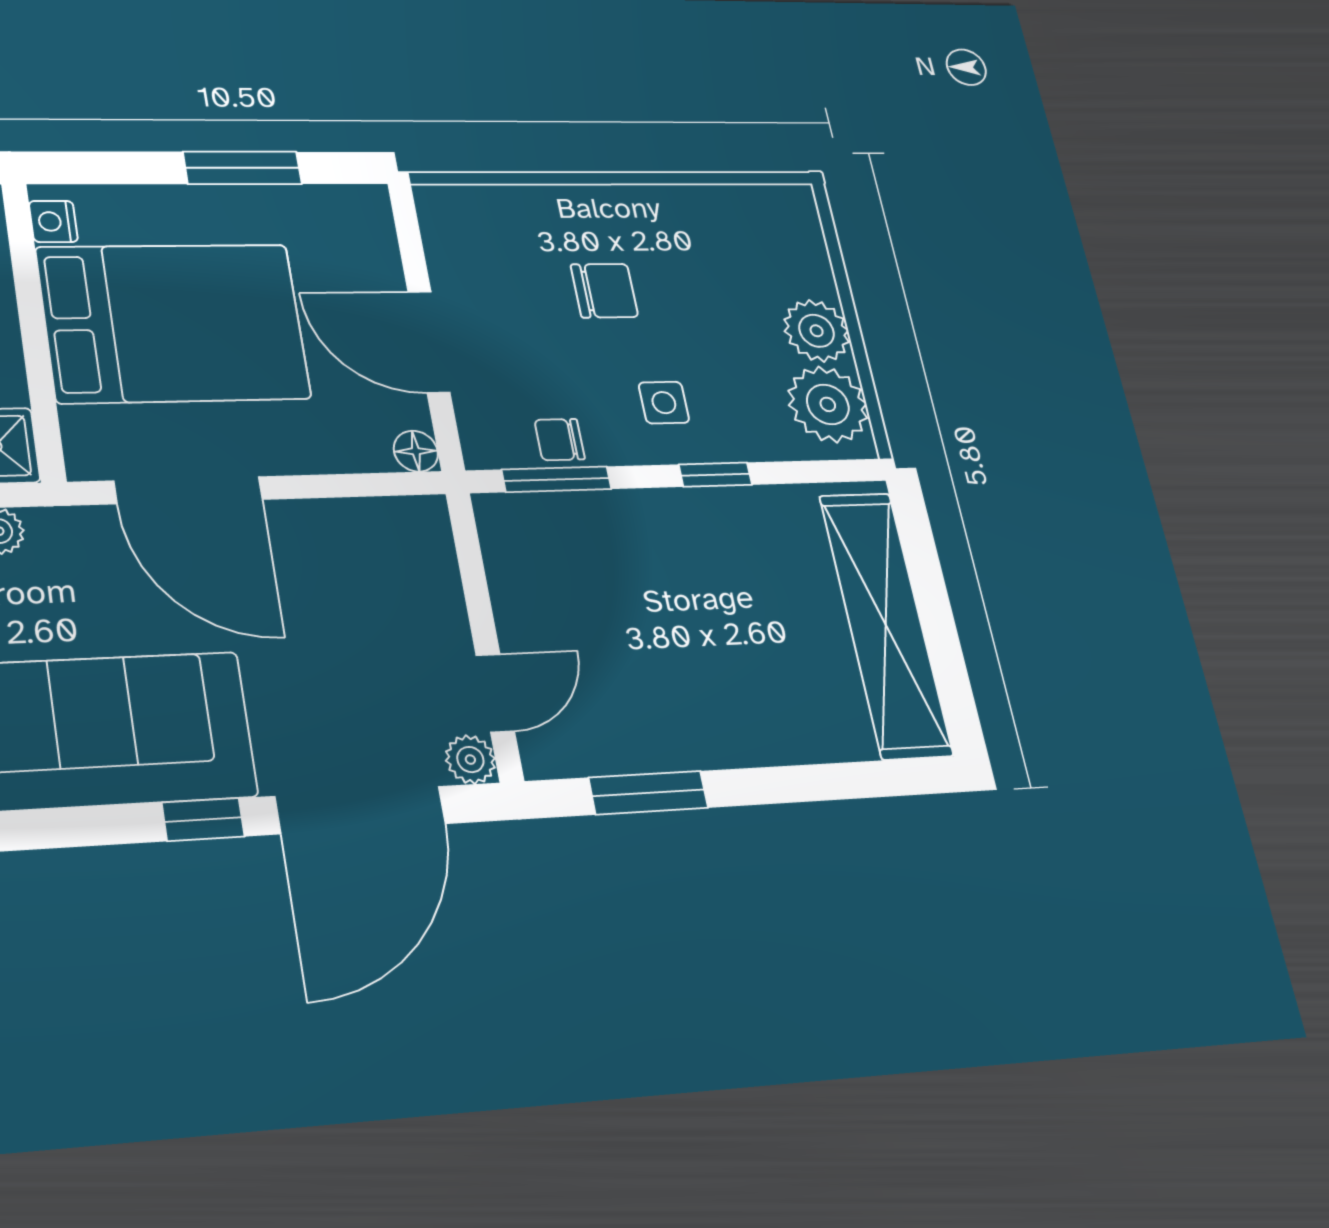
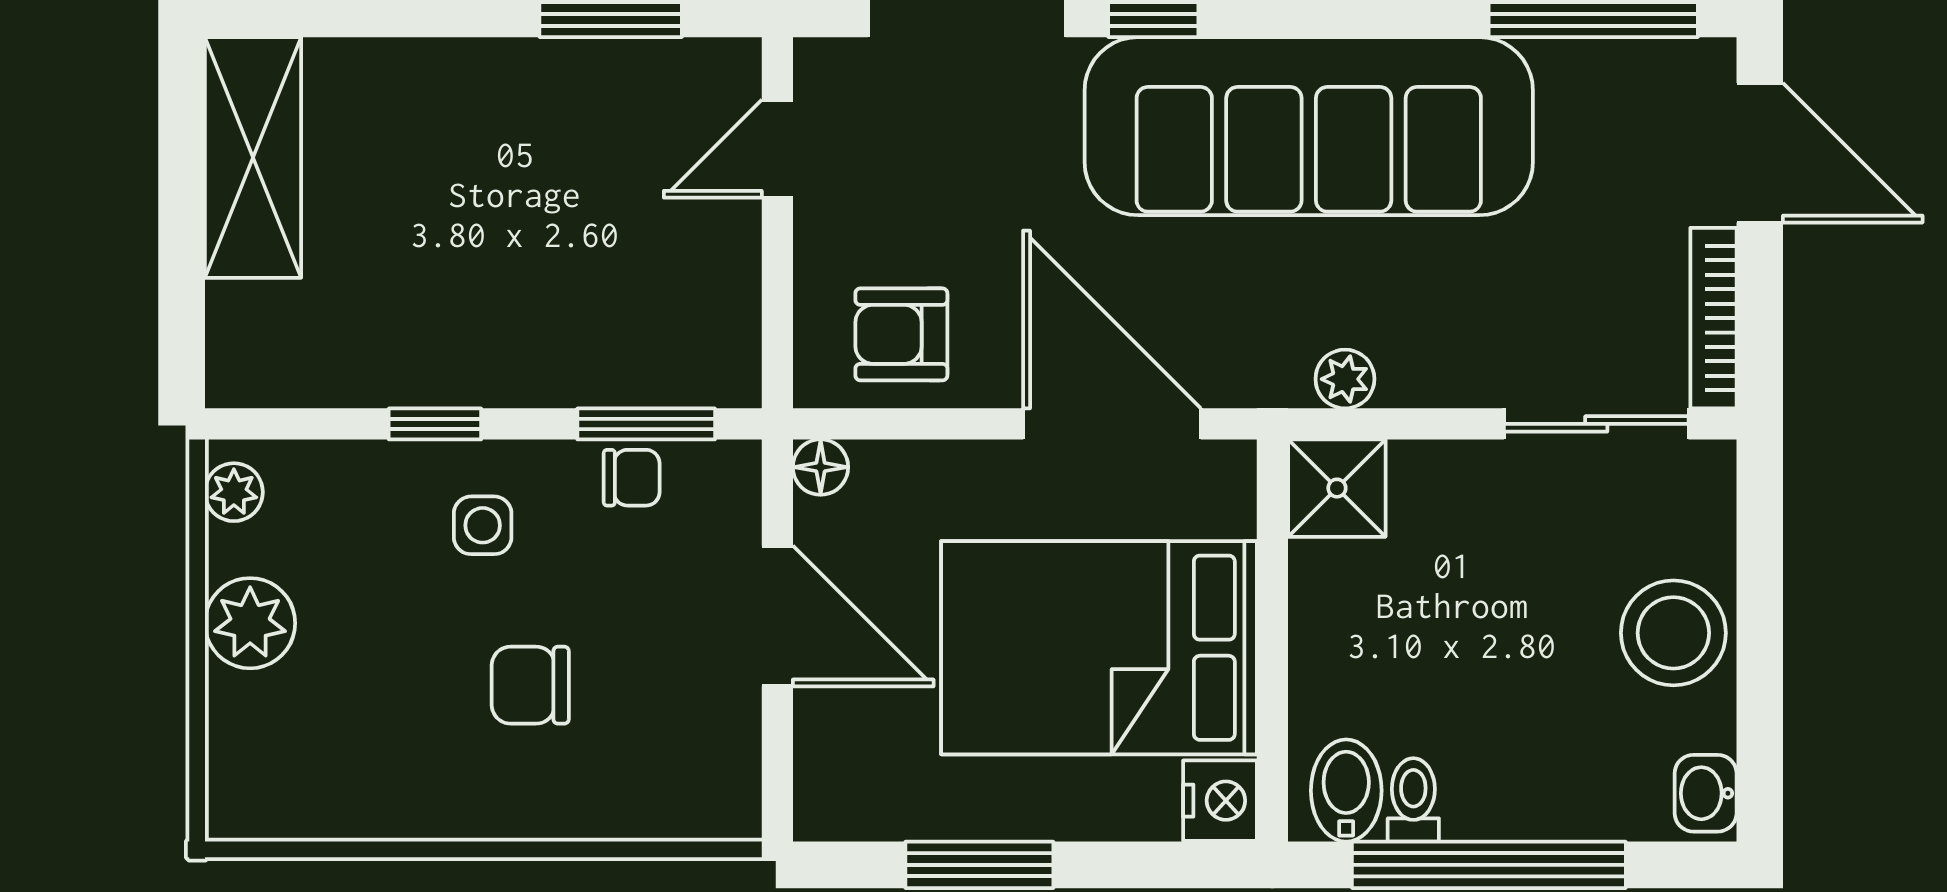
nightstand: (53, 221) -> (1220, 801), width x1.39, depth x1.35
plant: (828, 404) -> (234, 492), width x0.53, depth x0.53
armchair: (370, 553) -> (901, 334), added
shelving: (886, 624) -> (253, 157), width x0.68
plant: (470, 760) -> (823, 68), removed

